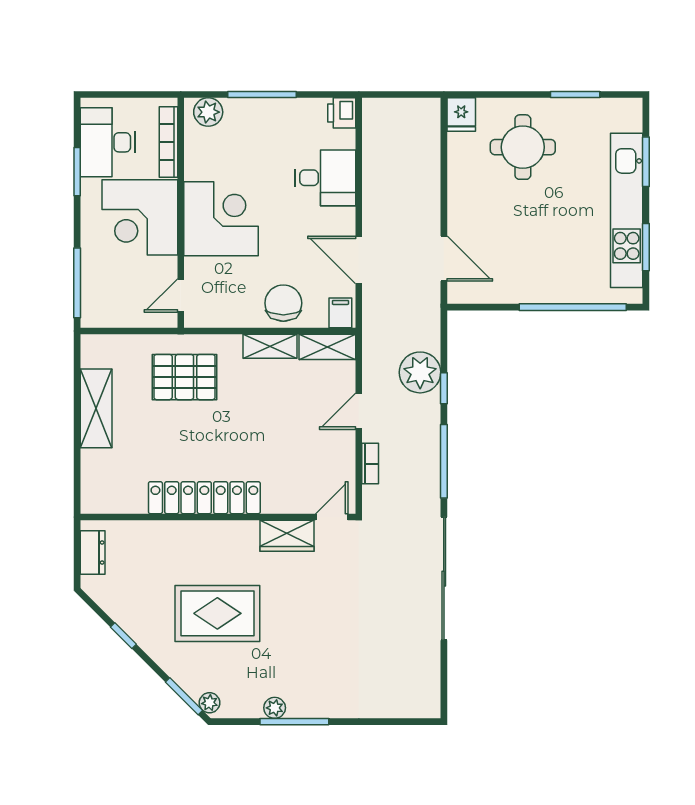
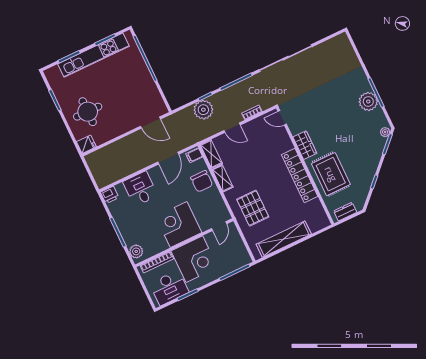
door: (444, 259) -> (151, 123), swing flipped
door: (181, 296) -> (219, 226), hinge flipped
chair: (283, 303) -> (202, 181), turned -90
shelving: (96, 408) -> (284, 239), width x1.47
wardrobe: (287, 536) -> (305, 145), moved
rug: (217, 613) -> (331, 174), moved
plant: (275, 708) -> (368, 101), width x1.88, depth x1.88

